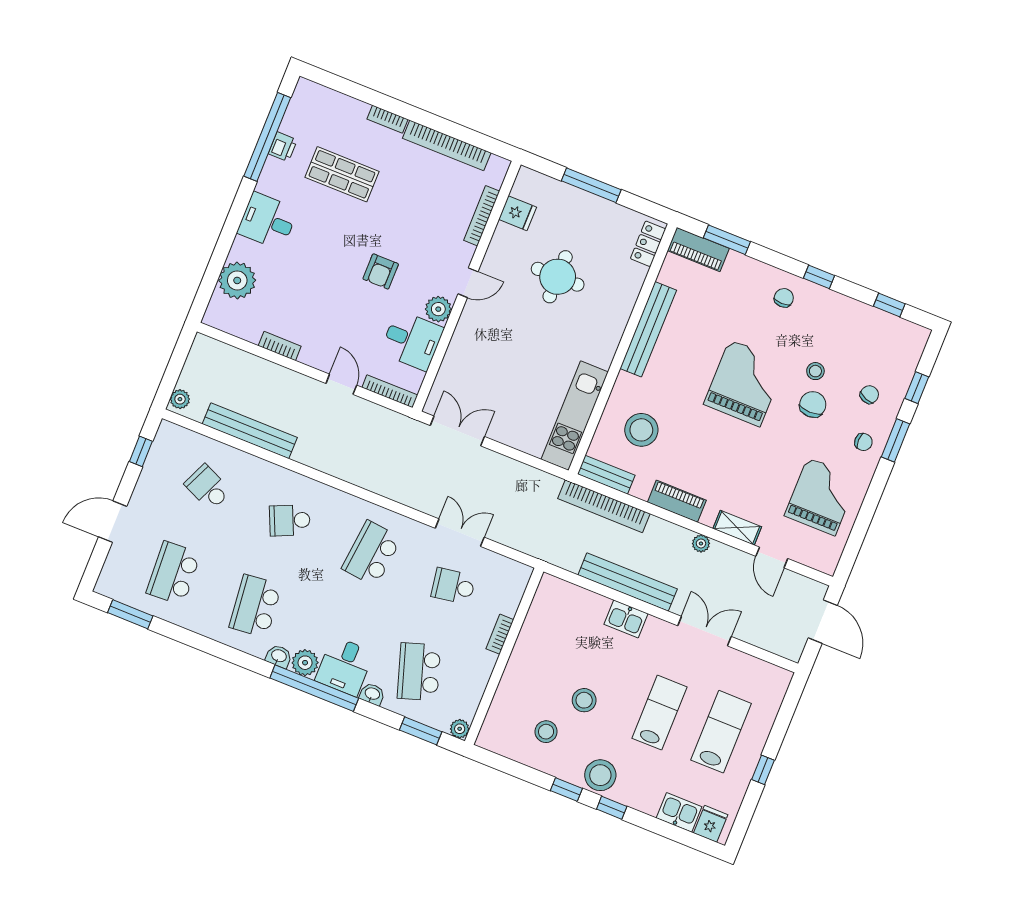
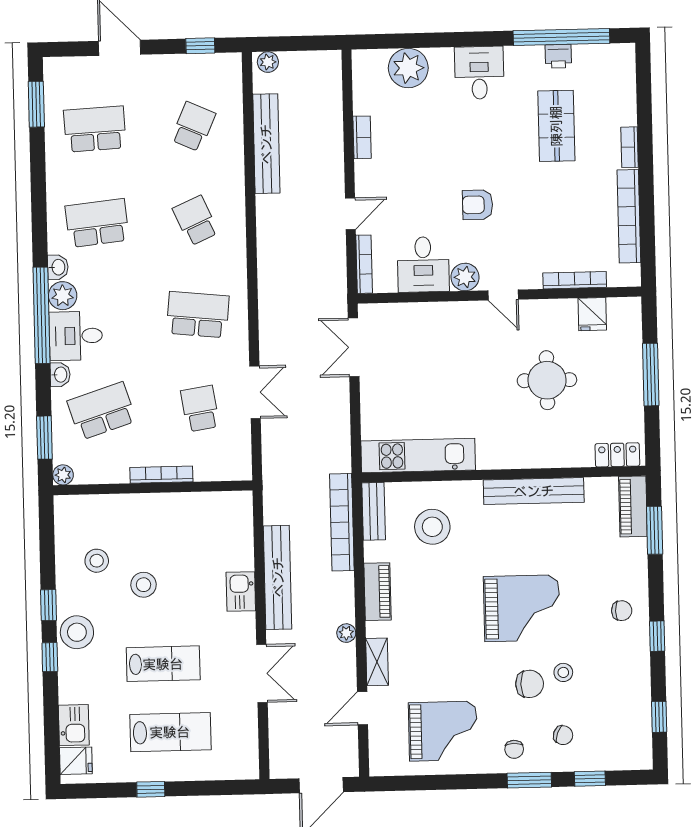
double door: (457, 431) -> (354, 347), swing flipped
bookcase: (500, 634) -> (161, 475), width x1.56

